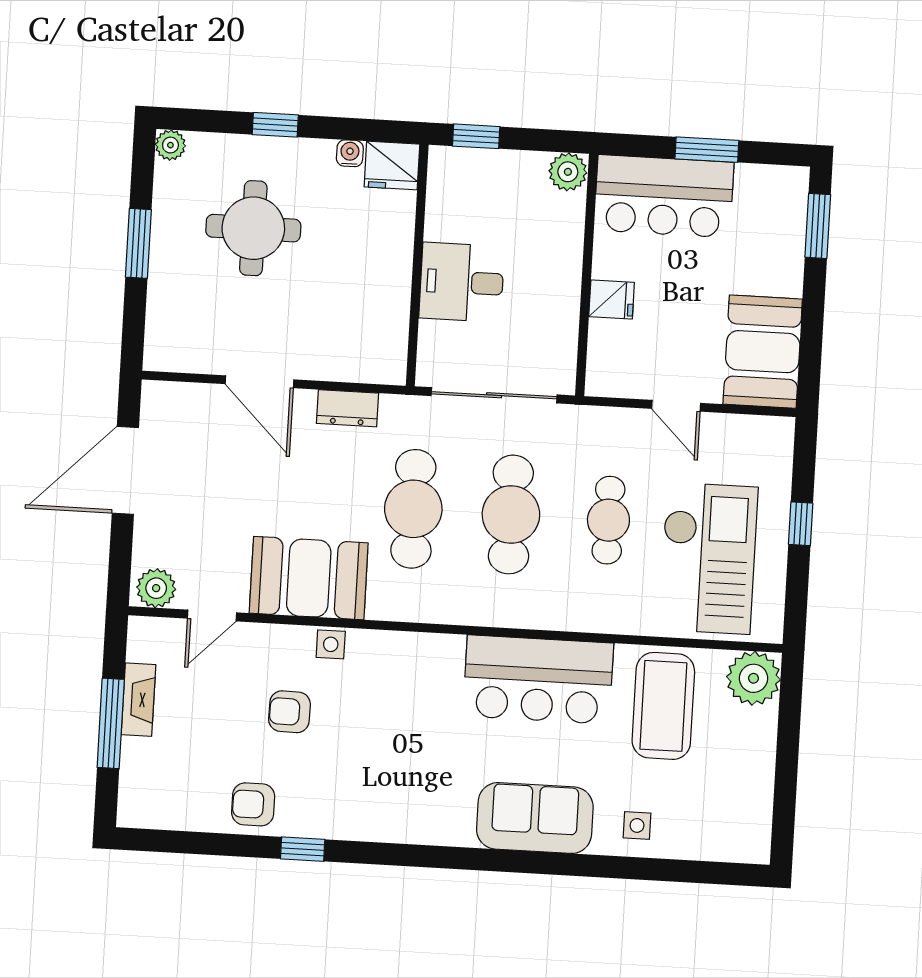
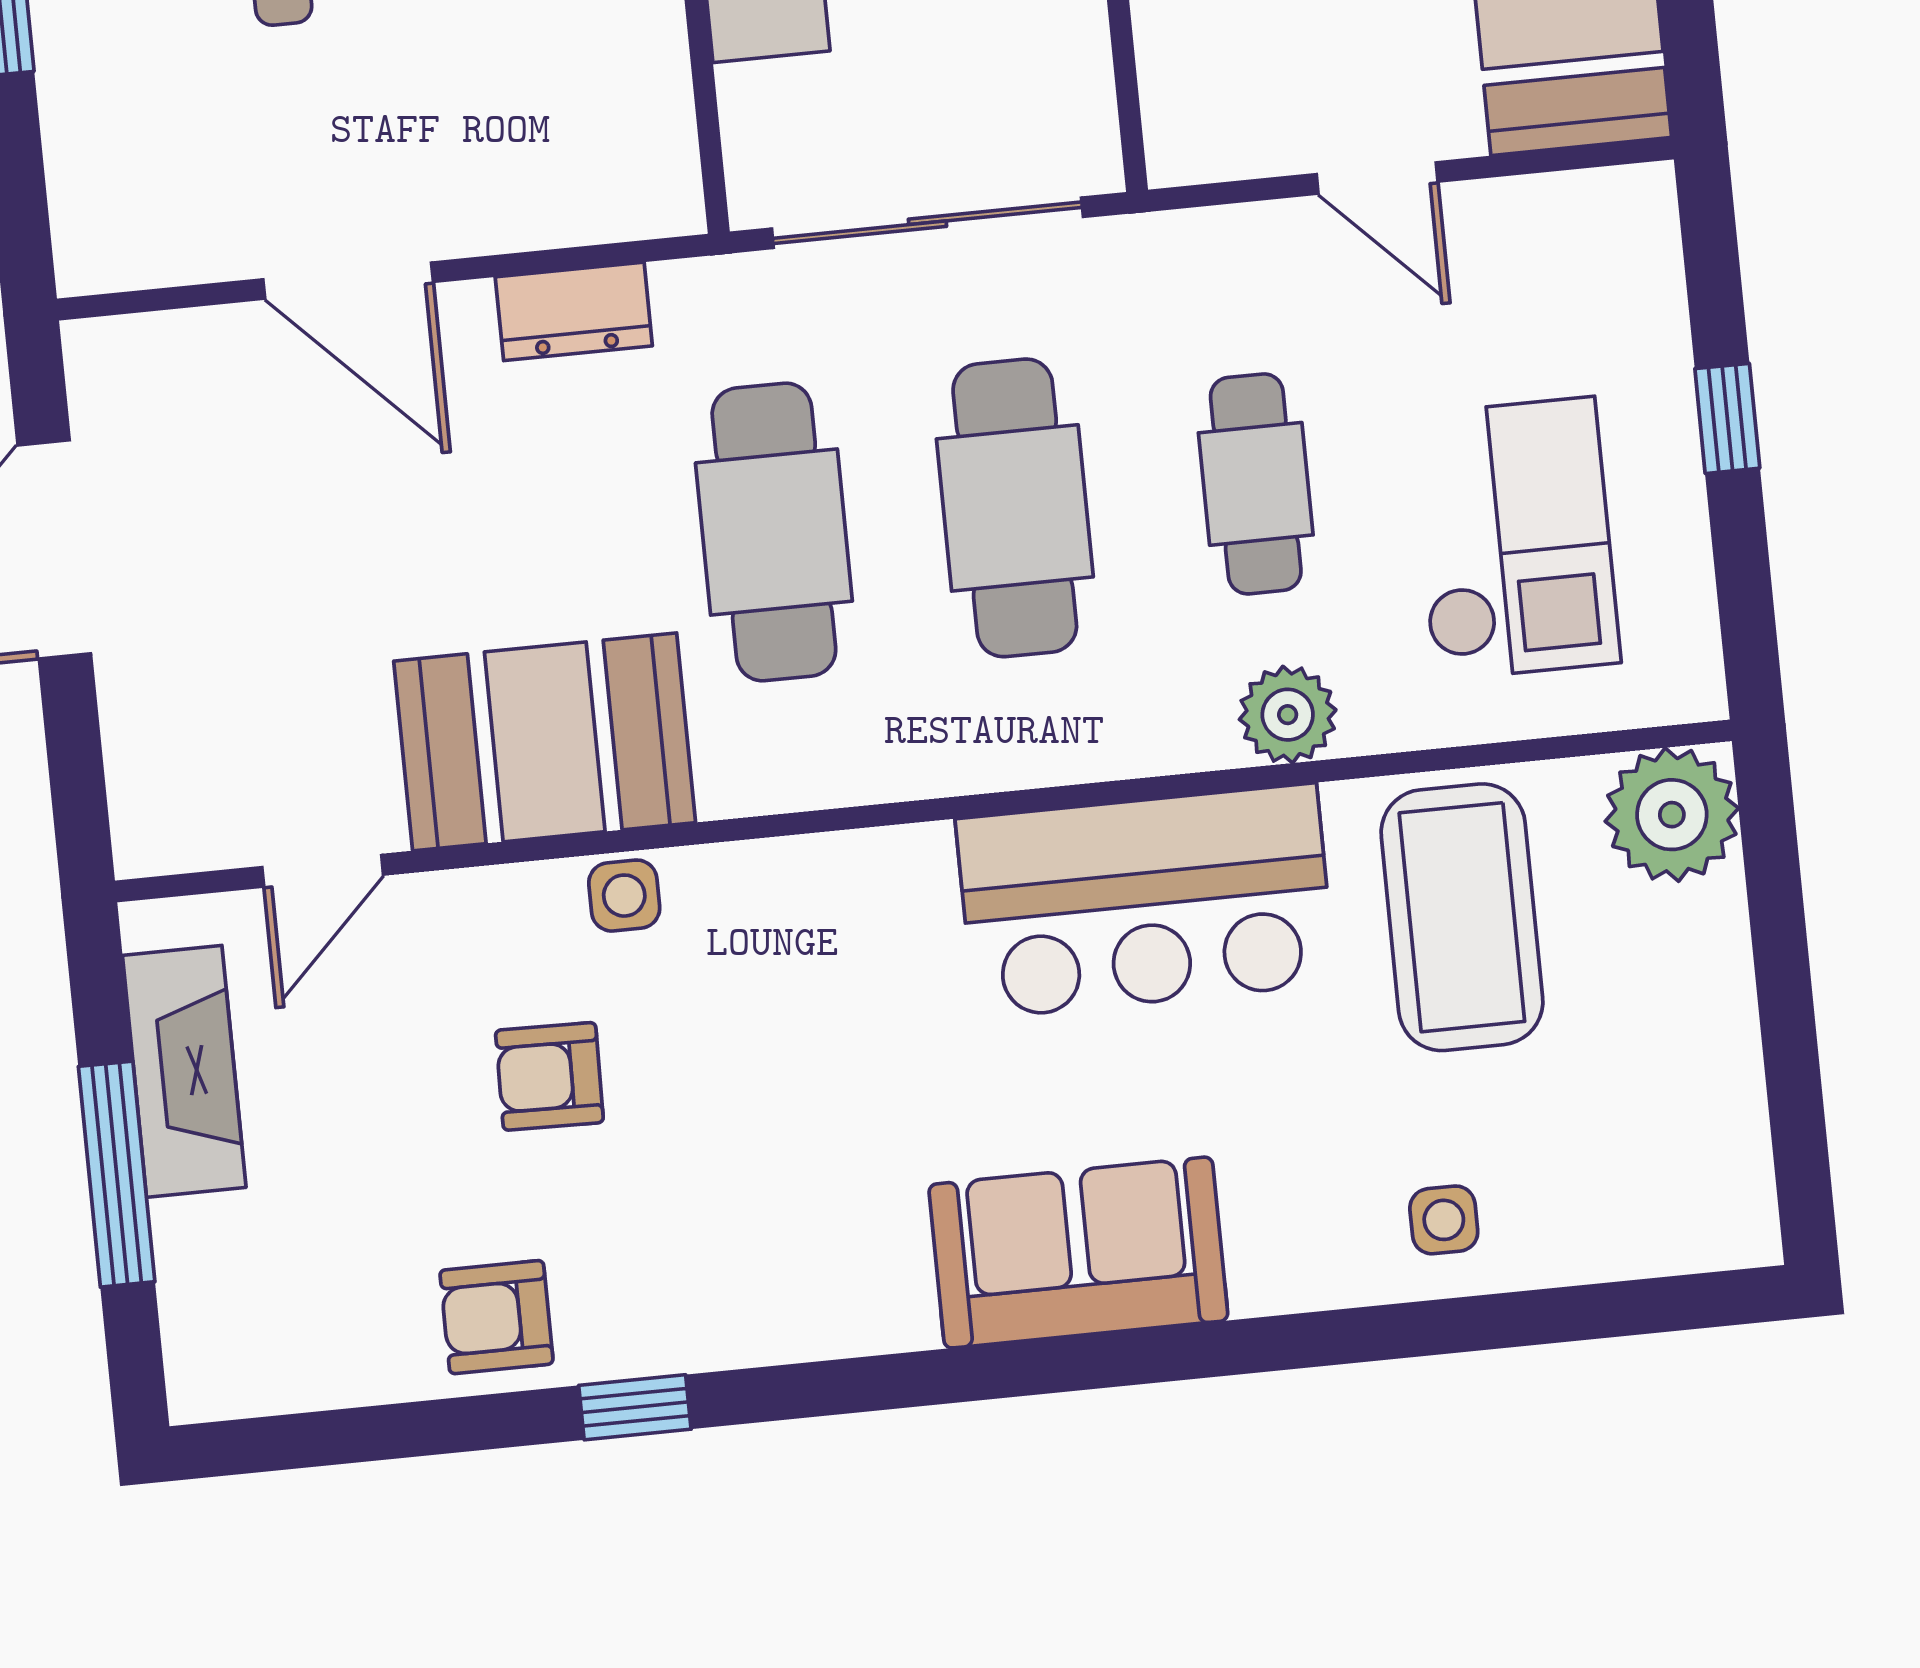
checkout: (708, 558) -> (1514, 539), width x0.73, depth x0.83
plant: (156, 588) -> (1288, 715), moved
fireplace: (139, 700) -> (184, 1071), width x1.37, depth x1.32
sofa: (535, 818) -> (1078, 1253), moved

